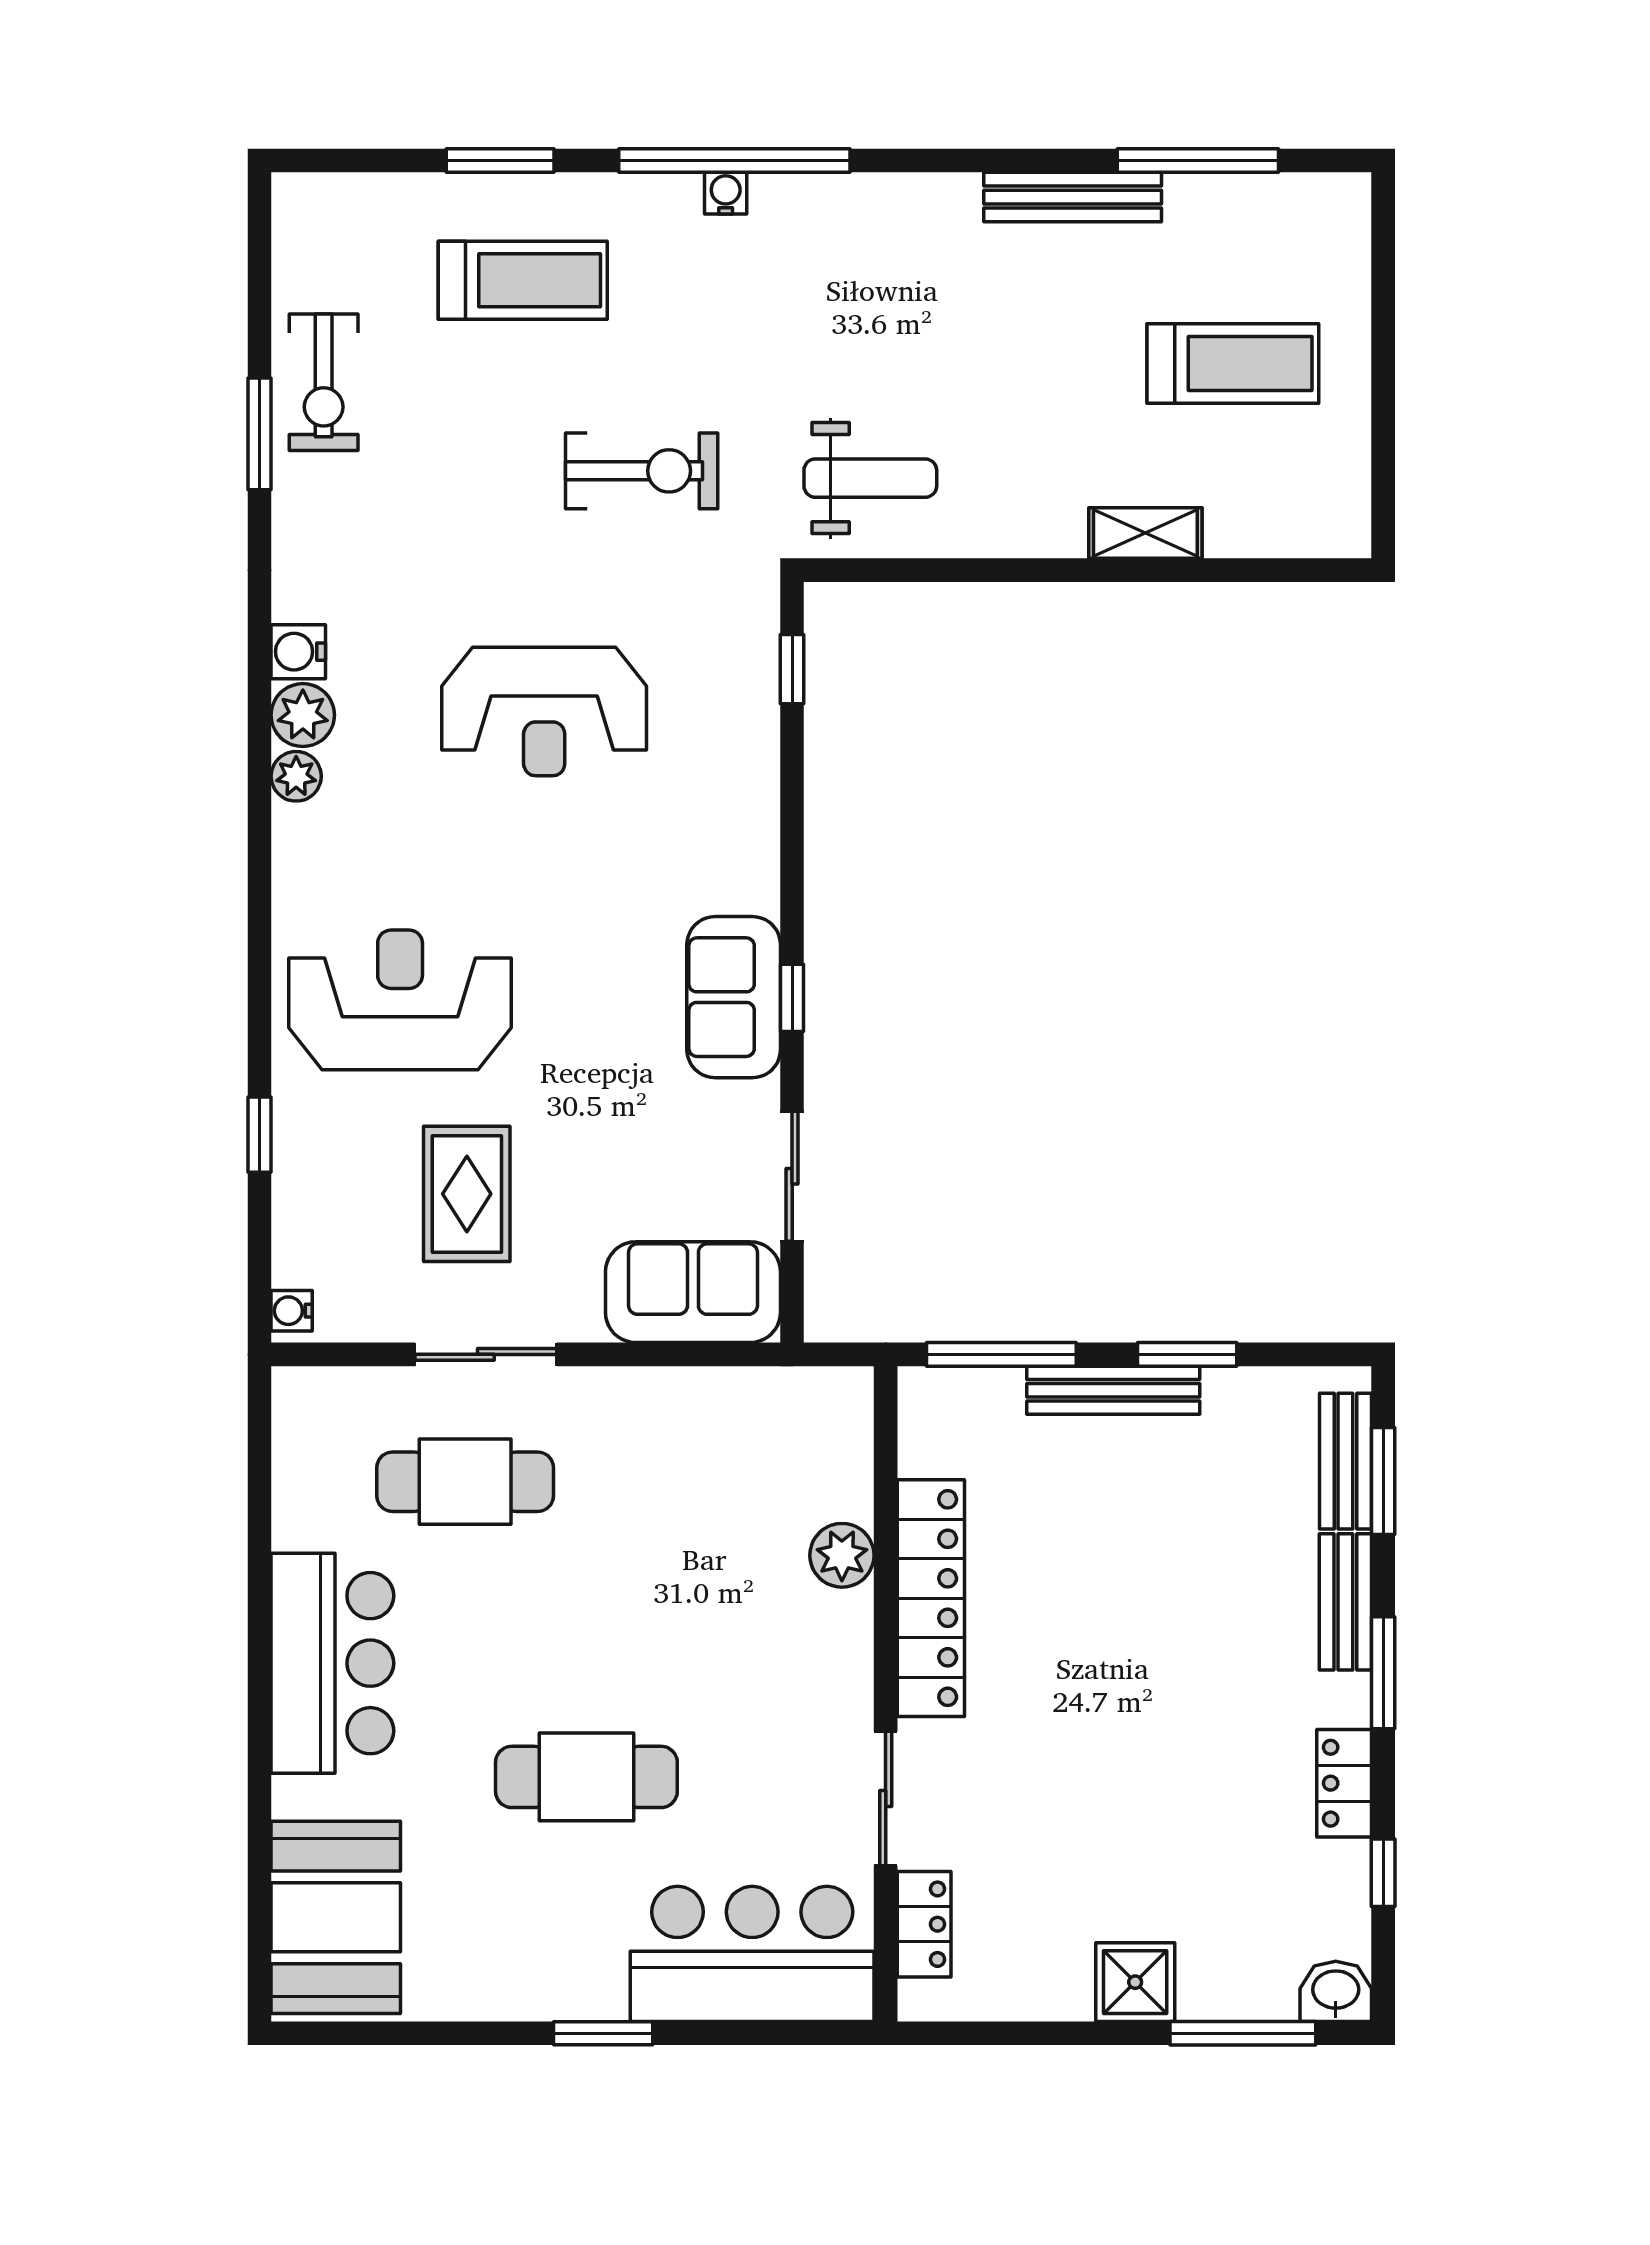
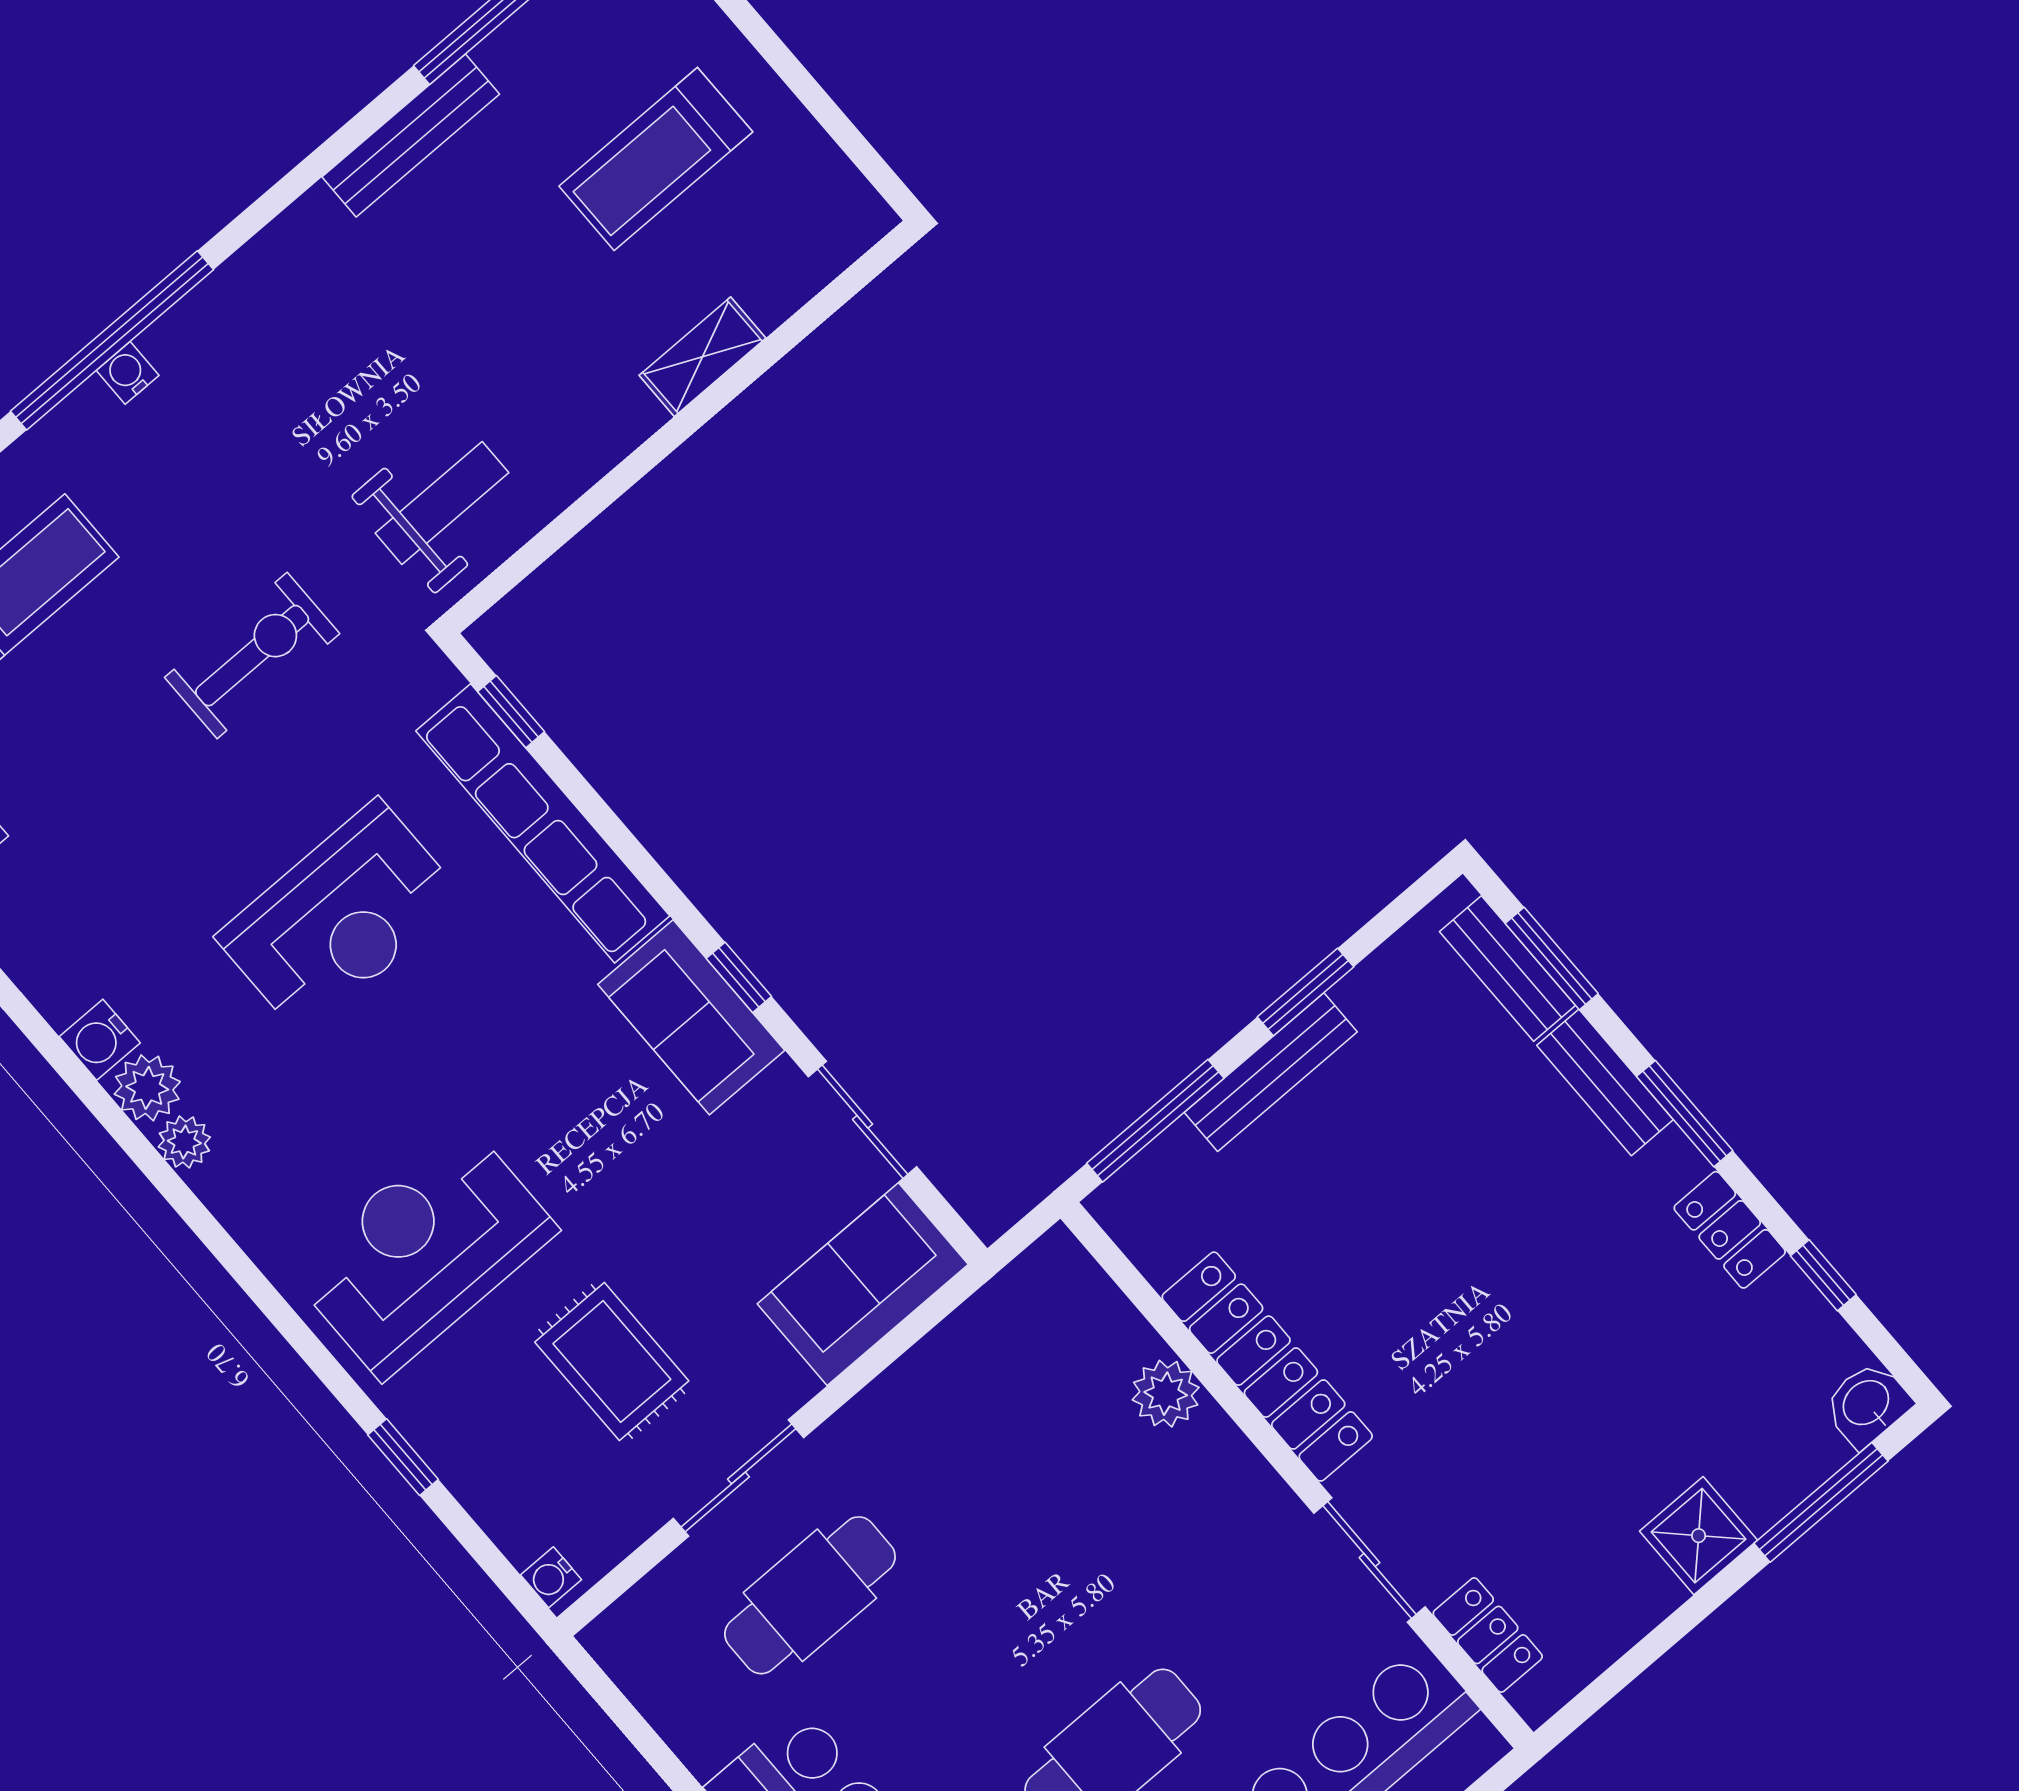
treadmill: (1233, 364) -> (656, 159), turned 180
row of seats: (746, 768) -> (543, 823), added

